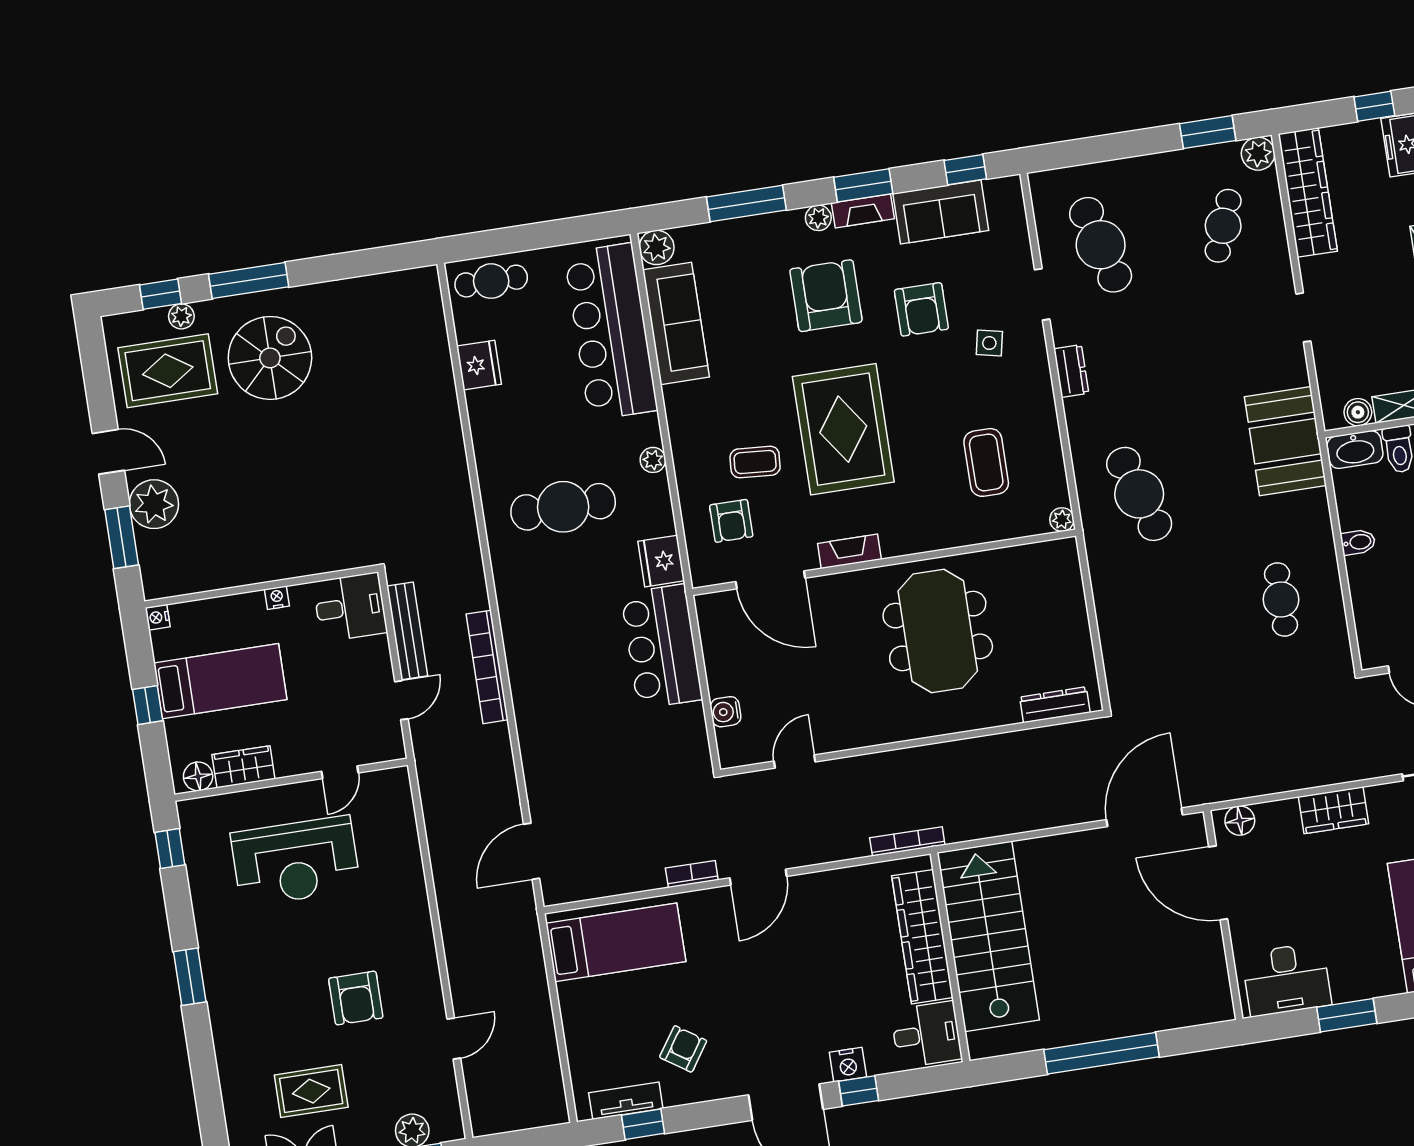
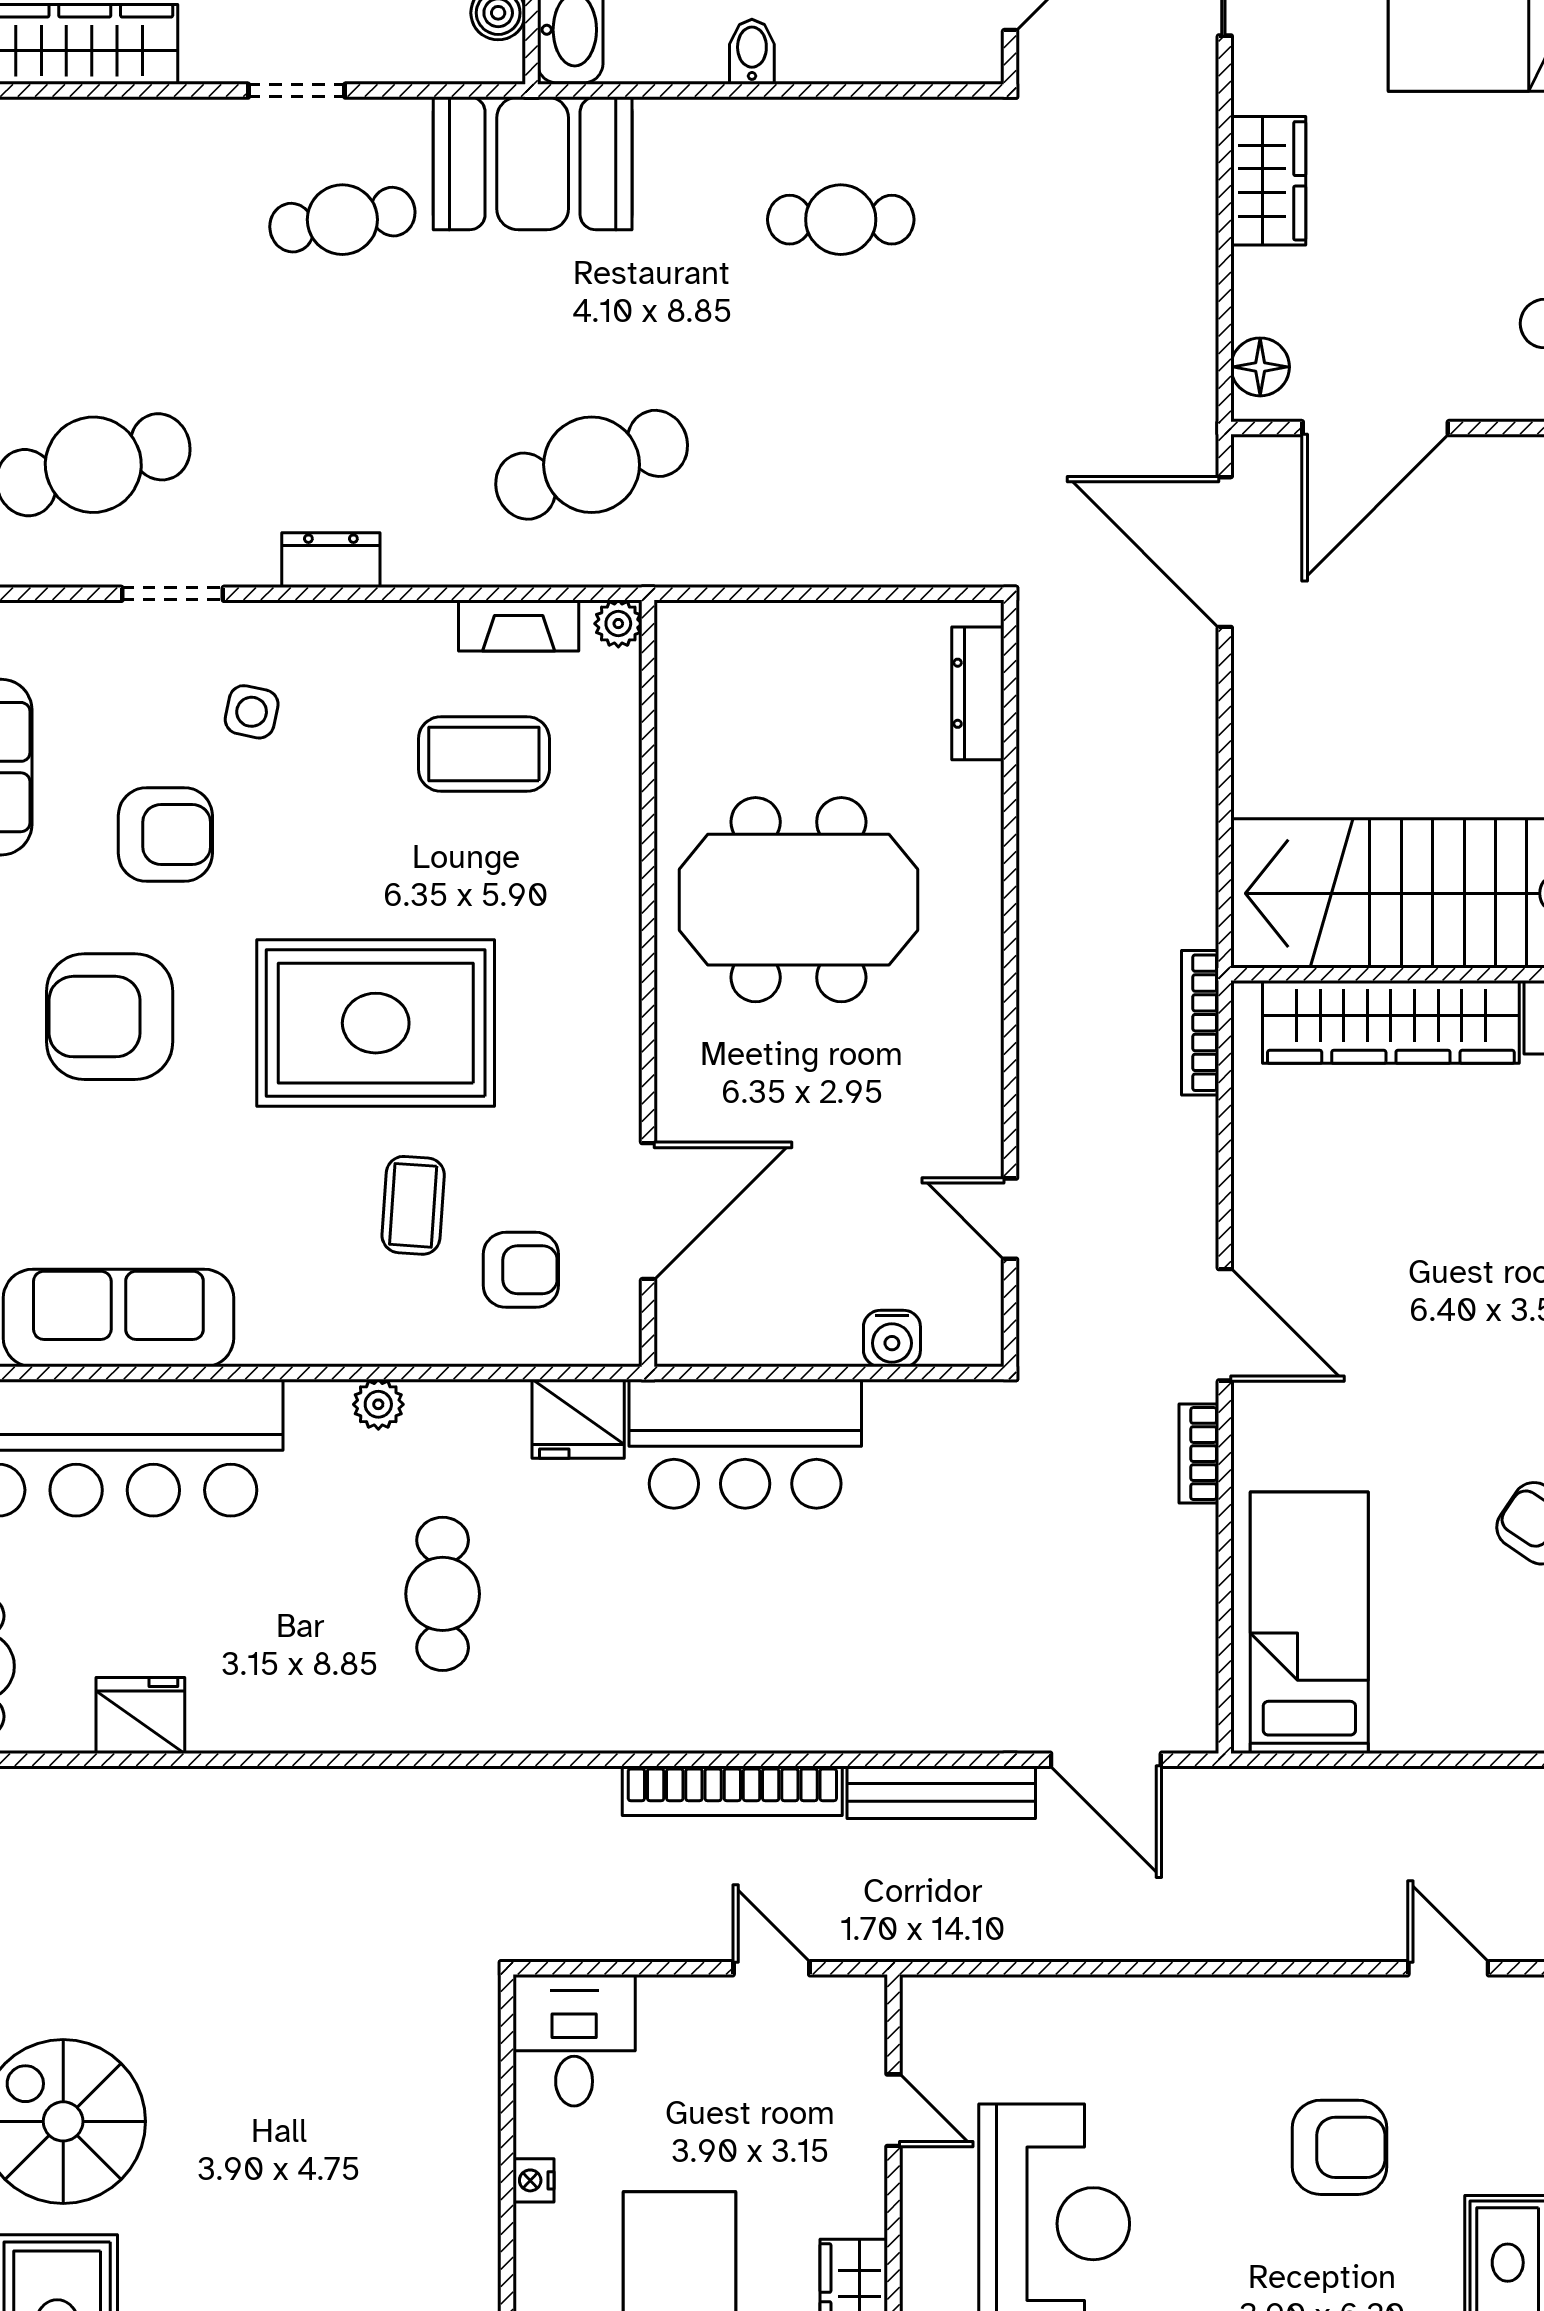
cafe table: (1223, 226) -> (342, 220), moved, turned -30
cafe table: (563, 507) -> (443, 1594), width x0.73, depth x0.74
fireplace: (849, 551) -> (519, 626), moved, turned -90
bench: (407, 631) -> (941, 1792), moved

